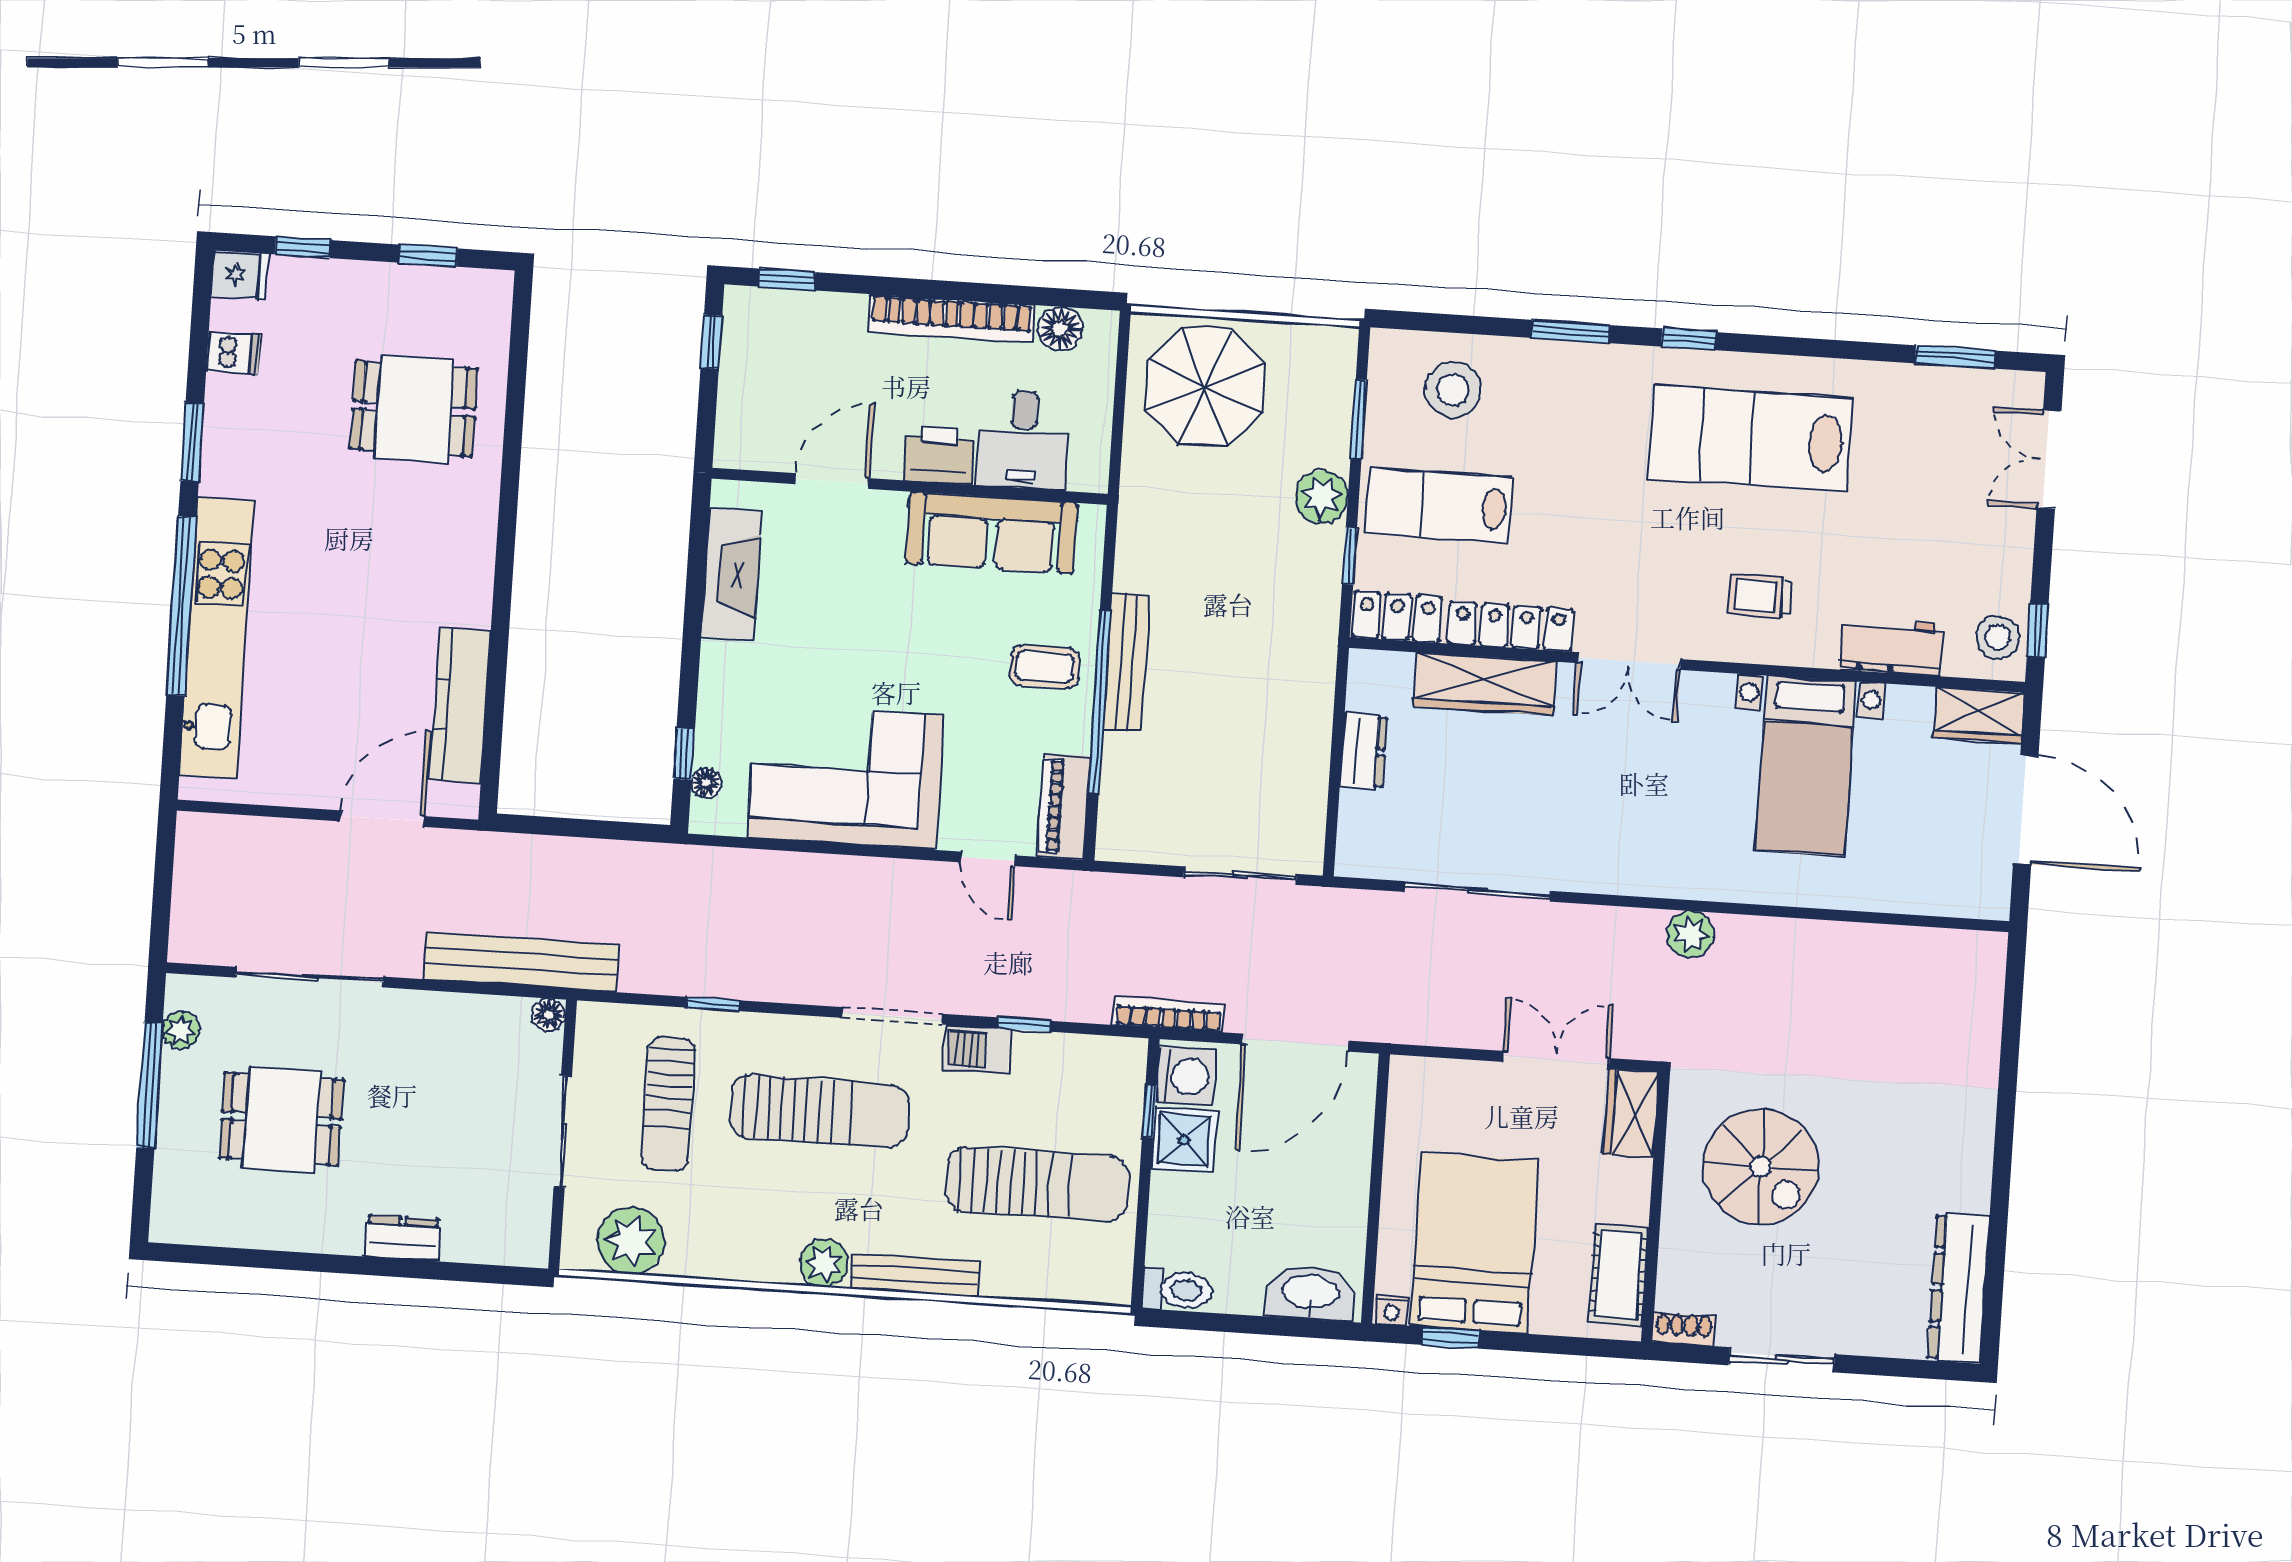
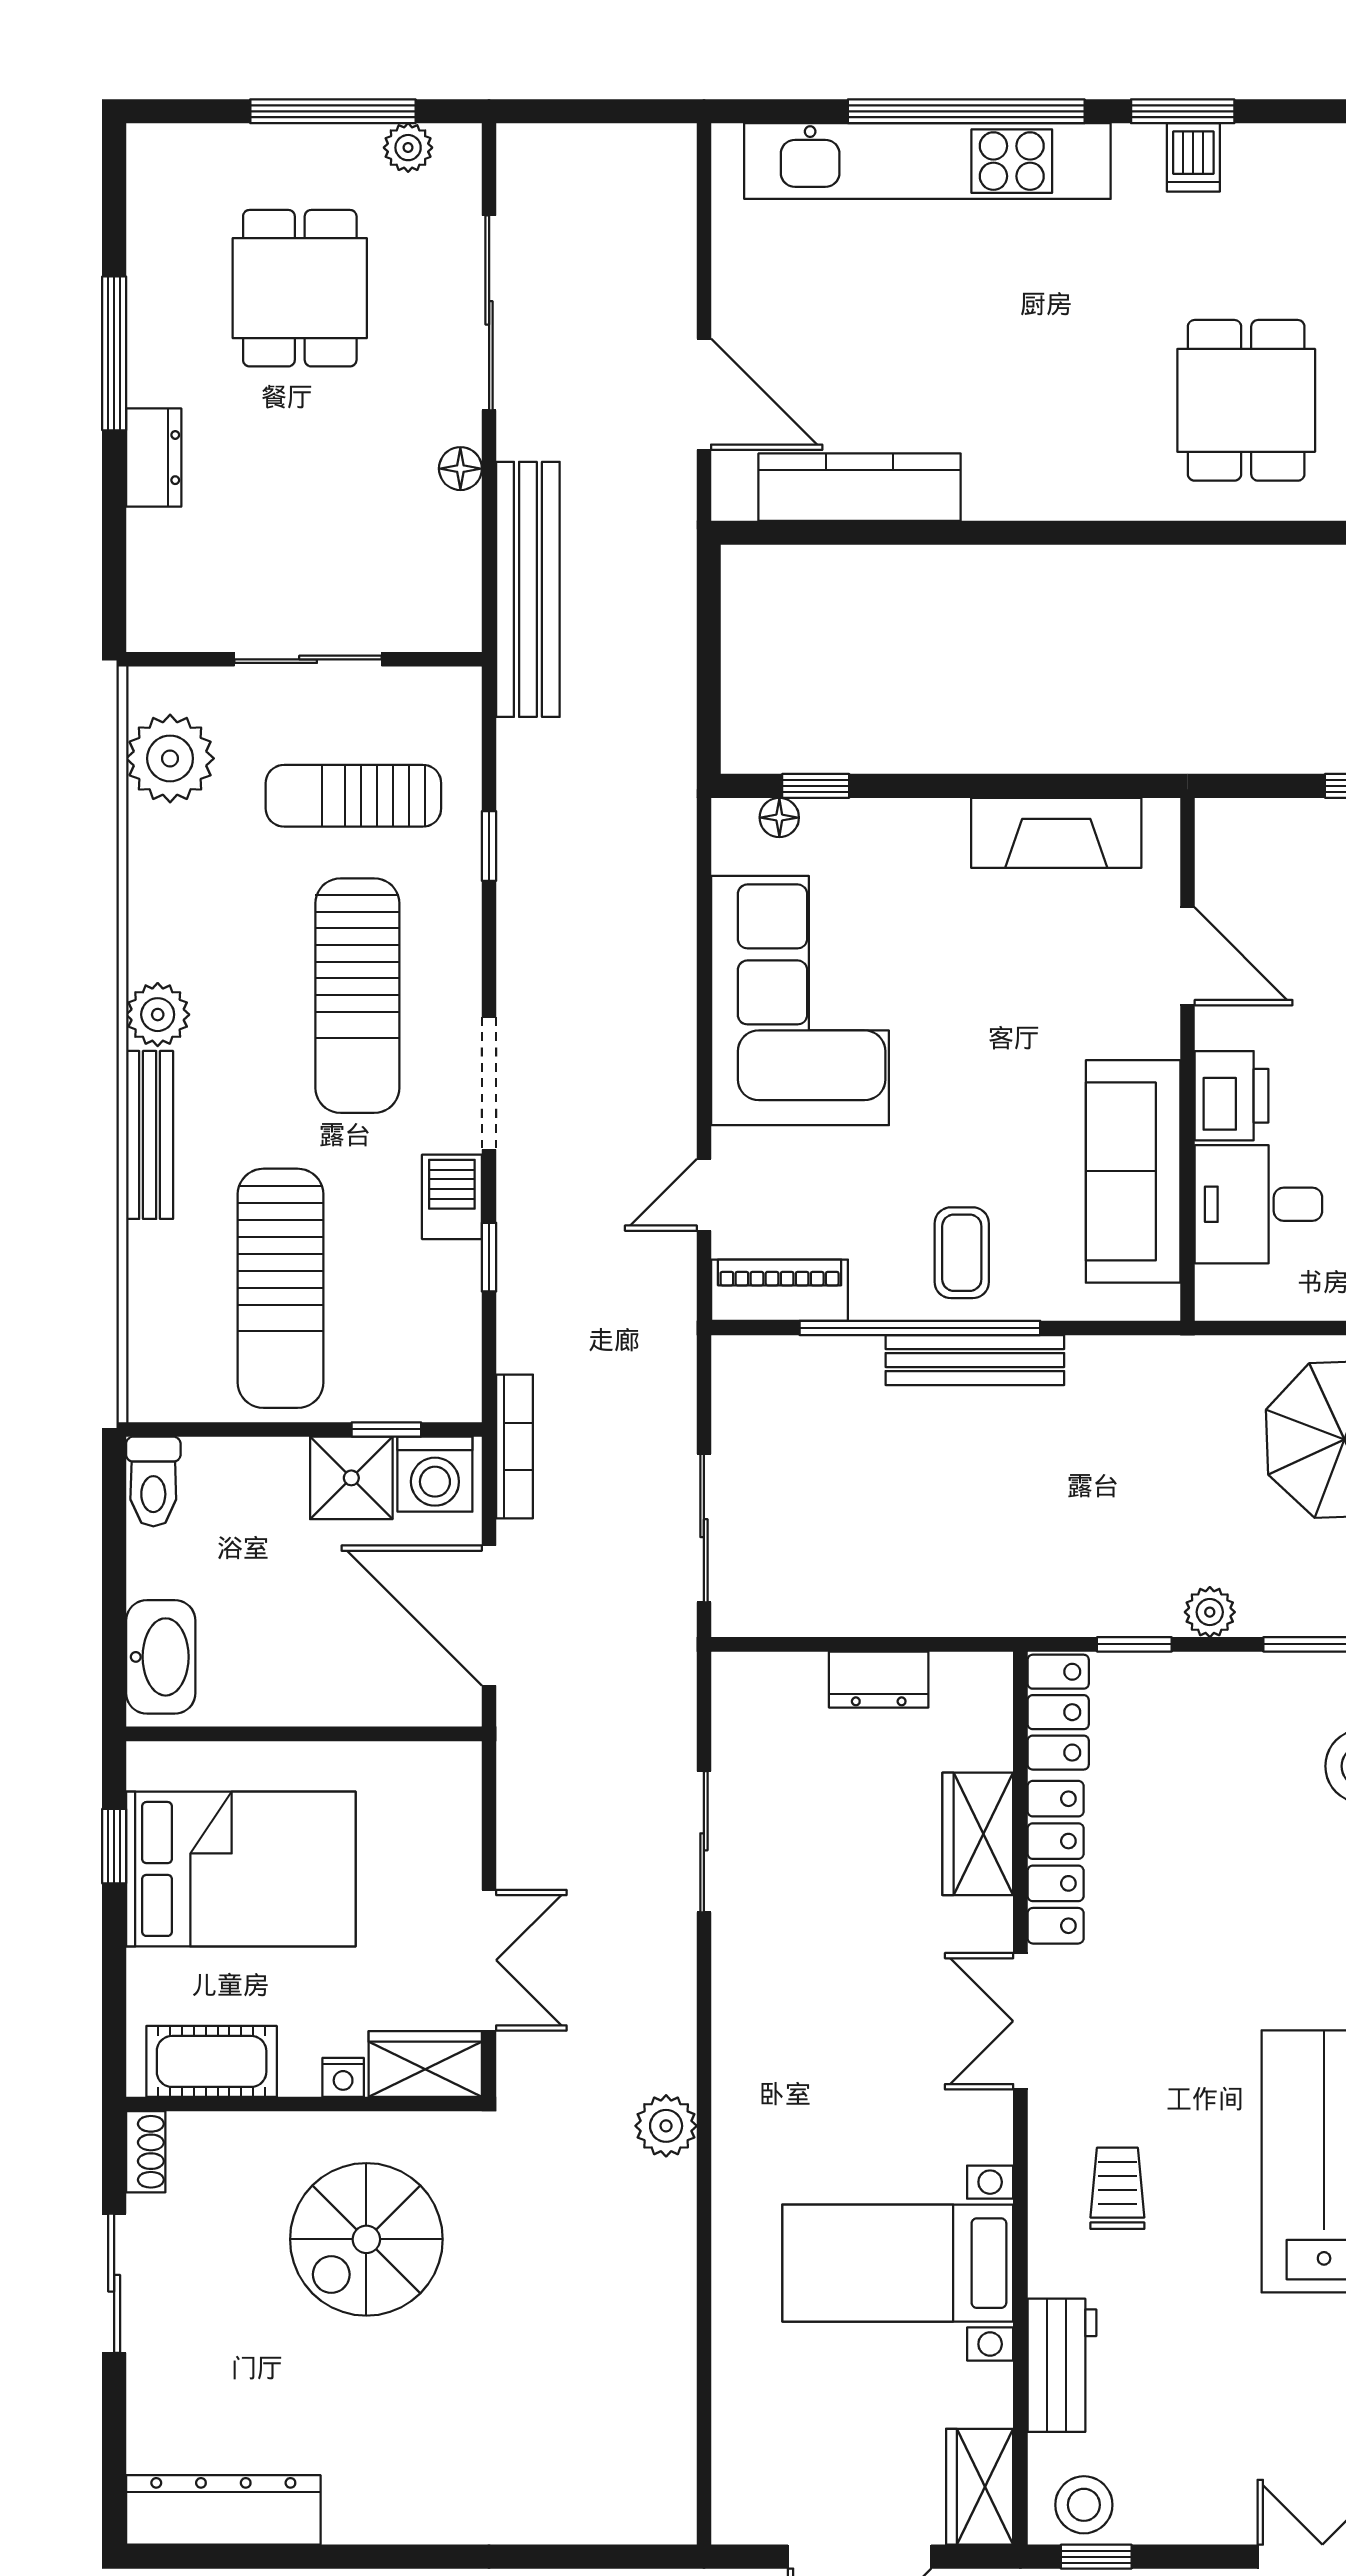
dishwasher: (233, 353) -> (1193, 157), moved
plant: (1322, 497) -> (1210, 1612), width x0.73, depth x0.73
lab bench: (1440, 505) -> (1209, 1758), removed
wardrobe: (1485, 684) -> (978, 1834), width x0.67
sliding door: (1477, 891) -> (704, 1842), width x0.73
floor lamp: (549, 1015) -> (460, 469), moved
window: (322, 1263) -> (114, 353), added
nightstand: (1392, 1310) -> (343, 2077), moved, turned -90

